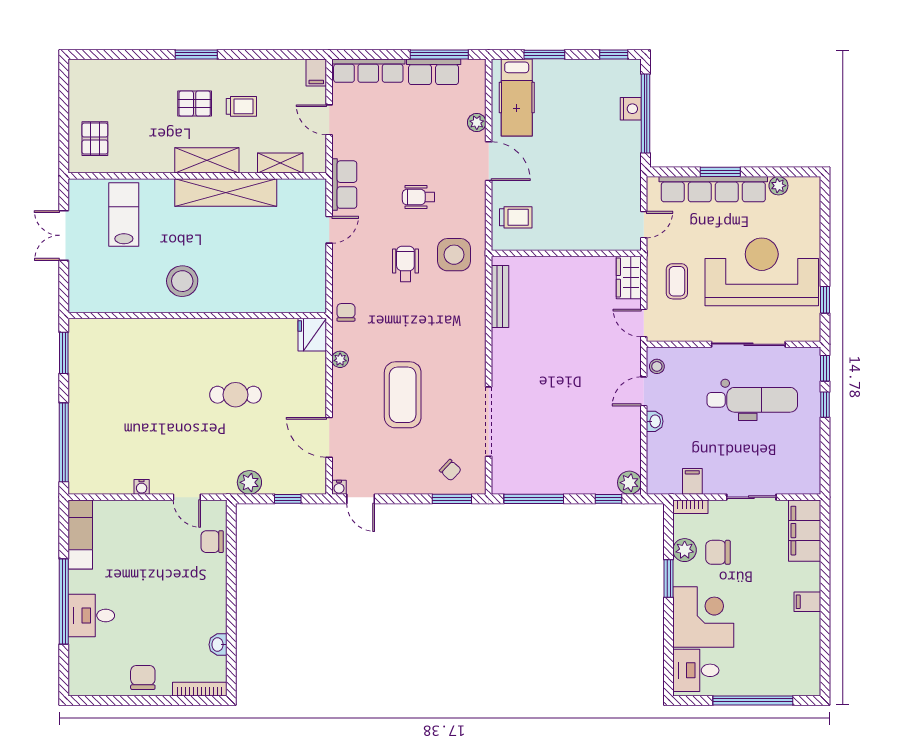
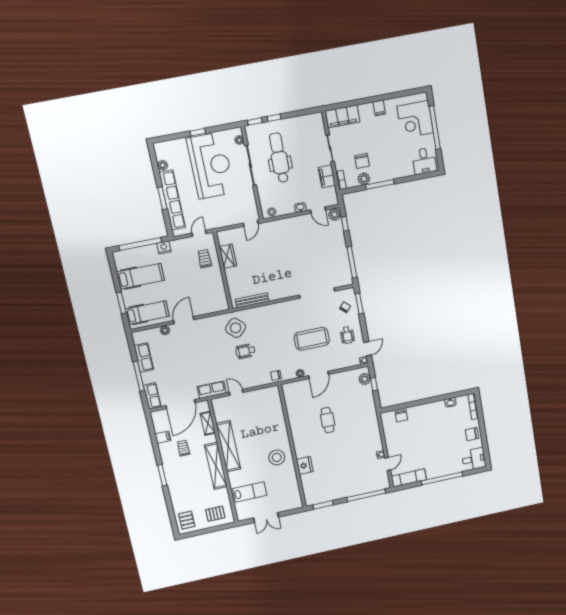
window: (439, 54) -> (139, 376), moved
window: (614, 54) -> (113, 267), removed
row of seats: (368, 71) -> (152, 396), width x0.68
filing cabinet: (316, 73) -> (163, 437), moved
hospital bed: (587, 101) -> (141, 276), added
pallet: (195, 104) -> (187, 520), moved
nightstand: (631, 109) -> (164, 248), moved
door: (329, 120) -> (180, 404), width x1.88
shelving: (207, 160) -> (216, 466), width x1.47
wheelchair: (419, 197) -> (347, 335), moved
lab bench: (124, 215) -> (250, 492), turned 180
trolley: (516, 217) -> (205, 259), moved
door: (644, 225) -> (199, 233), hinge flipped
side table: (454, 255) -> (236, 328), turned 45
reception desk: (762, 272) -> (211, 166), turned 180
wardrobe: (629, 277) -> (228, 256), moved, turned -90
coffee table: (677, 281) -> (225, 210), removed
window: (825, 300) -> (198, 132), moved
plant: (797, 333) -> (239, 140), added
fridge: (312, 335) -> (305, 466), moved, turned -90
door: (644, 391) -> (318, 210), moved
door: (329, 437) -> (319, 375), moved
filing cabinet: (692, 481) -> (327, 176), width x2.00
plant: (249, 482) -> (365, 379), moved
door: (187, 497) -> (388, 464), moved
window: (669, 579) -> (380, 184), width x1.44
desk: (91, 615) -> (474, 459), moved, turned -90
corner desk: (703, 617) -> (415, 119), moved, turned -90

